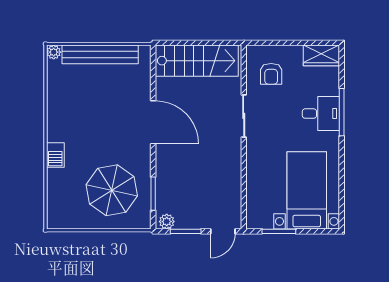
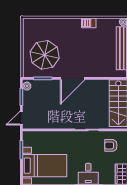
door: (153, 122) -> (73, 78), moved
barbecue: (55, 155) -> (89, 23), moved
door: (223, 231) -> (21, 118), hinge flipped

